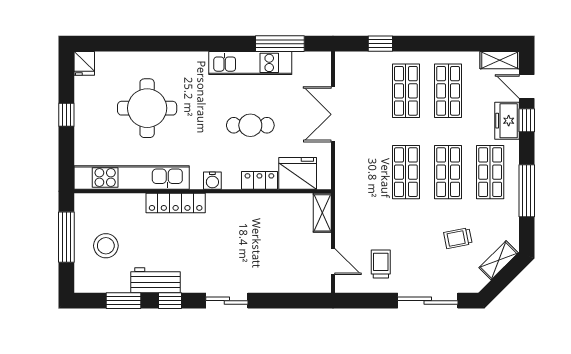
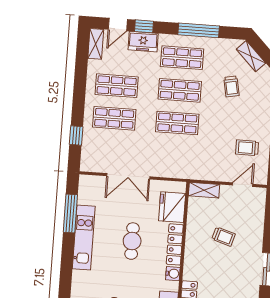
locker: (259, 180) -> (175, 244), width x1.53
trolley: (265, 242) -> (224, 237), added

